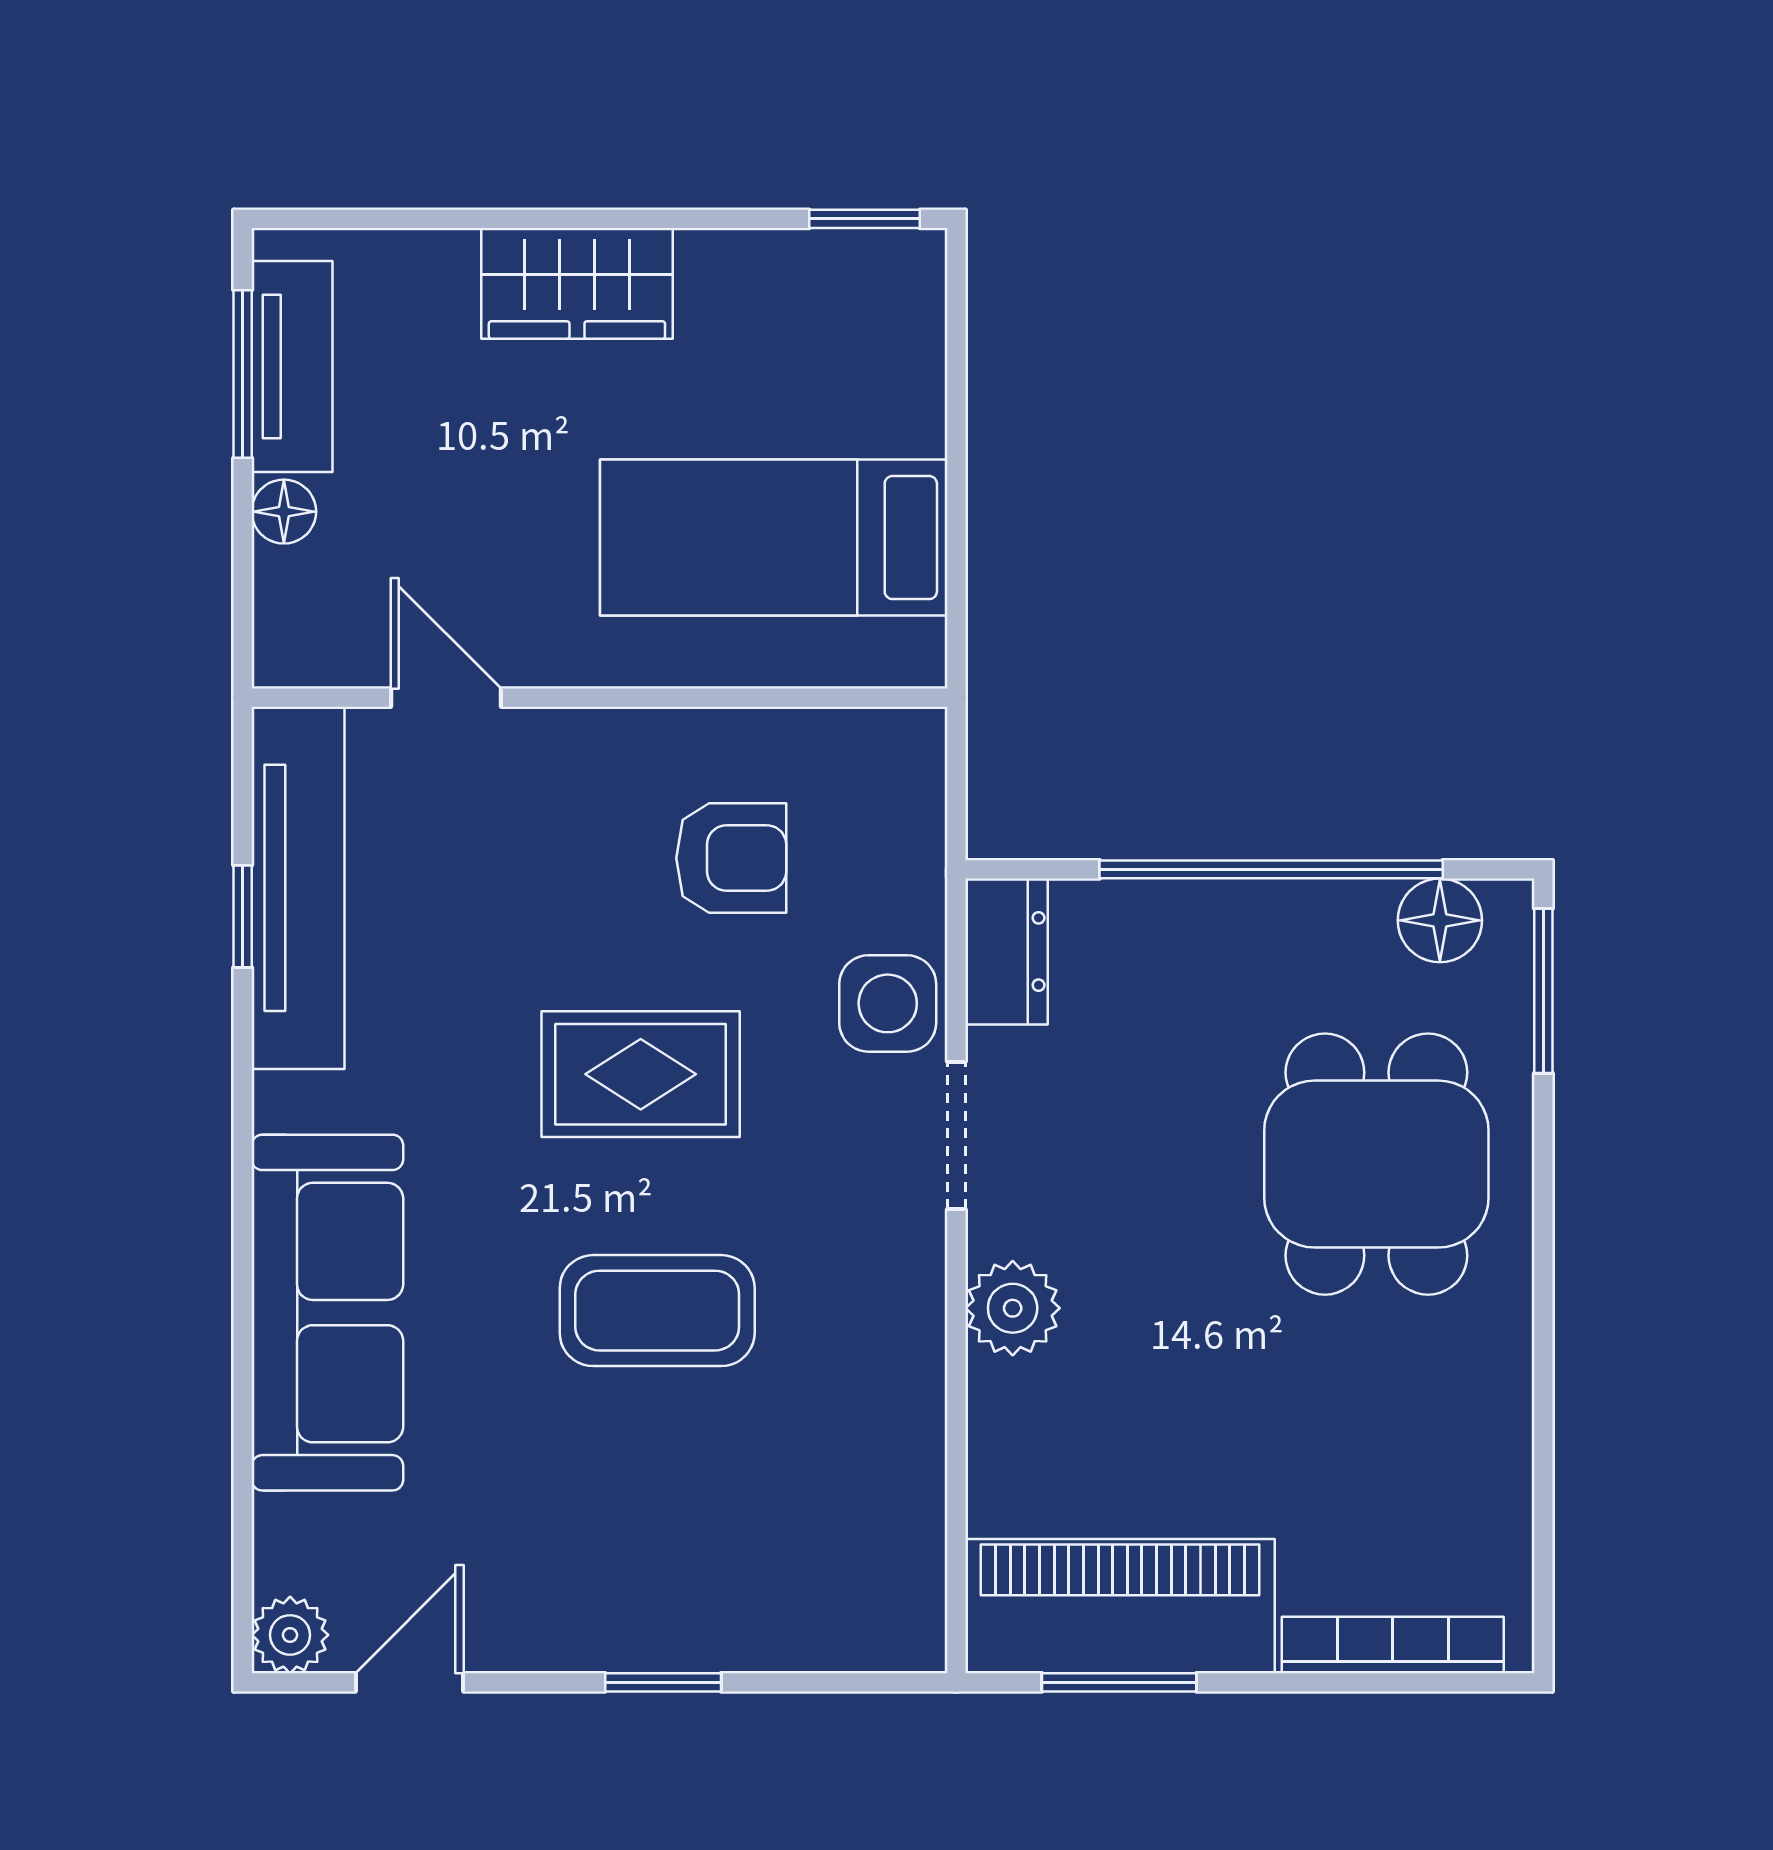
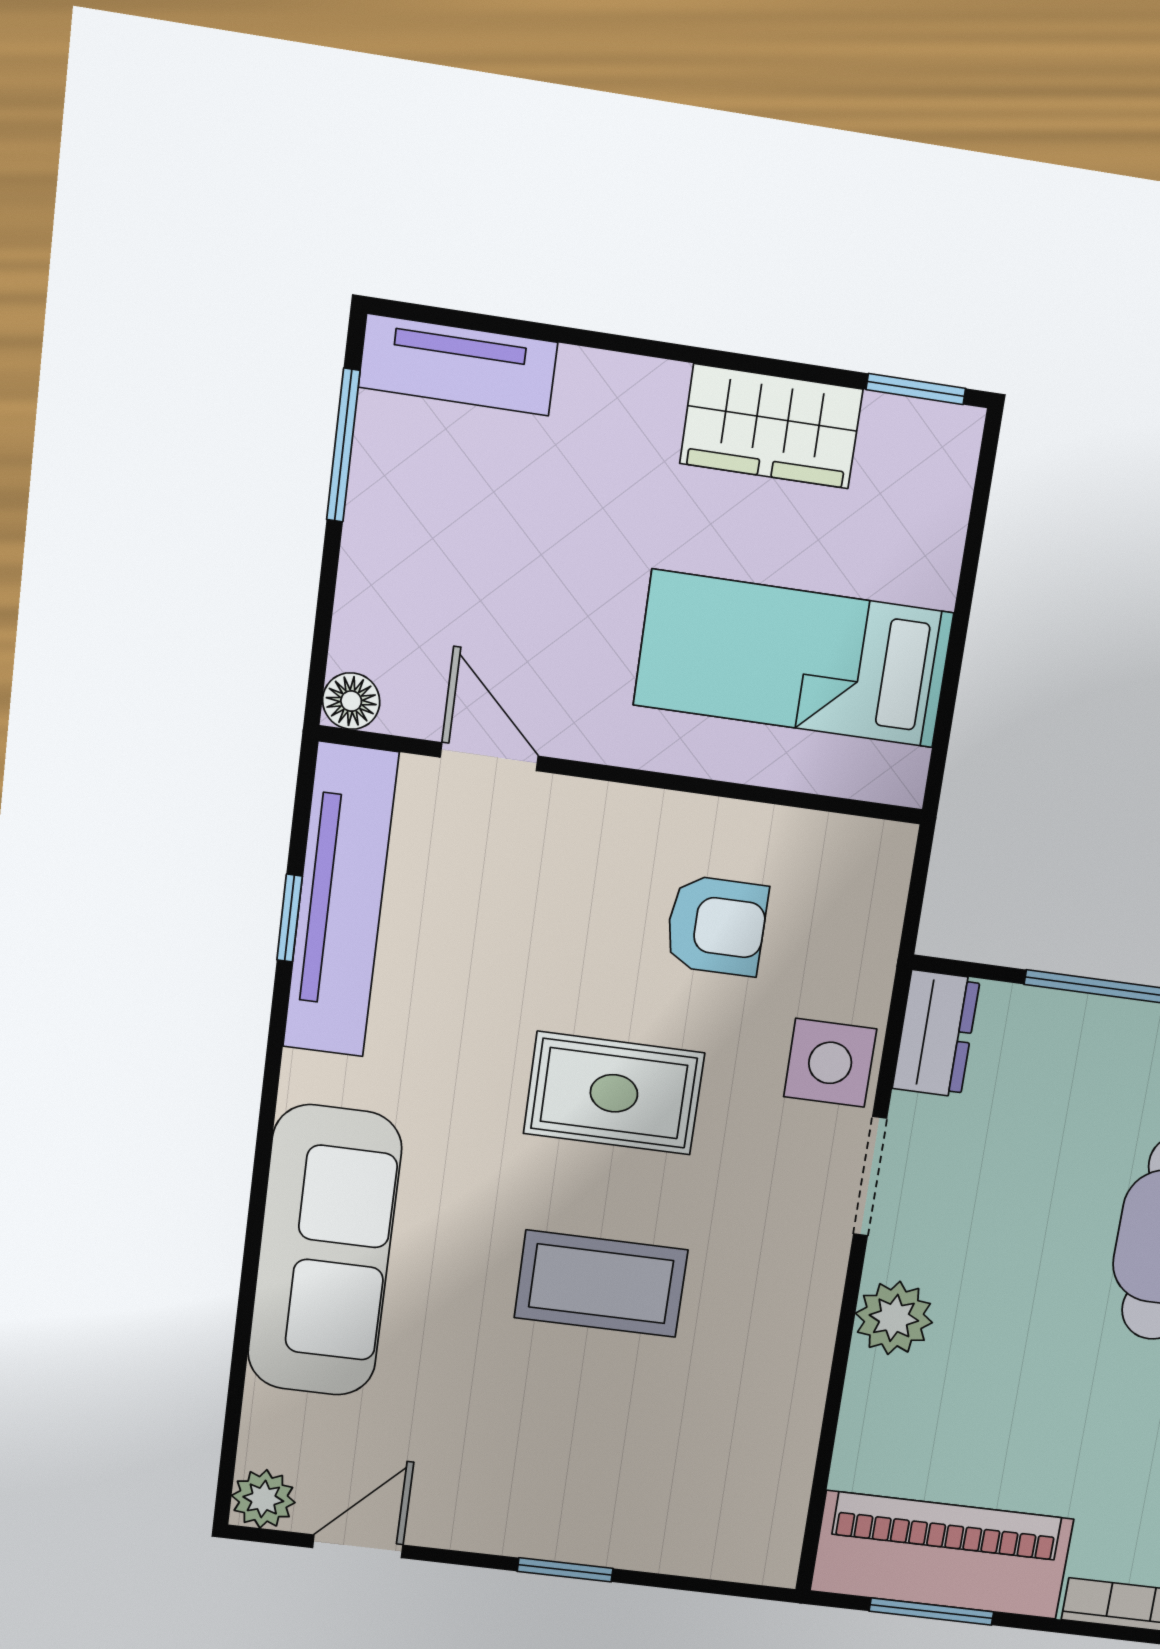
wardrobe: (577, 283) -> (771, 426), moved
tv unit: (292, 367) -> (458, 365), moved, turned 90
floor lamp: (284, 512) -> (351, 701), moved

